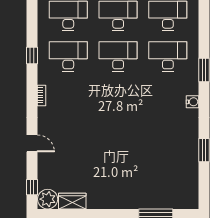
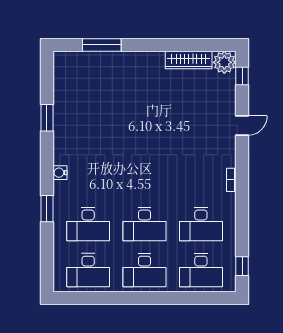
window: (32, 55) -> (242, 266), moved
door: (32, 143) -> (242, 126), swing flipped
wardrobe: (72, 201) -> (189, 60), width x1.50

